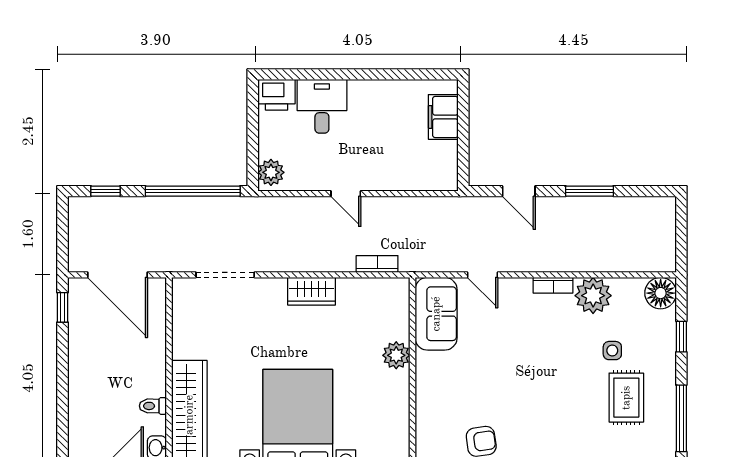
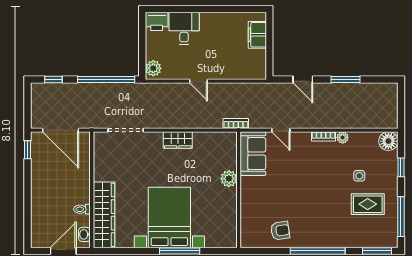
bookcase: (377, 264) -> (236, 123), moved
plant: (593, 296) -> (343, 137), width x0.53, depth x0.53
rug: (626, 398) -> (368, 204), turned 90

